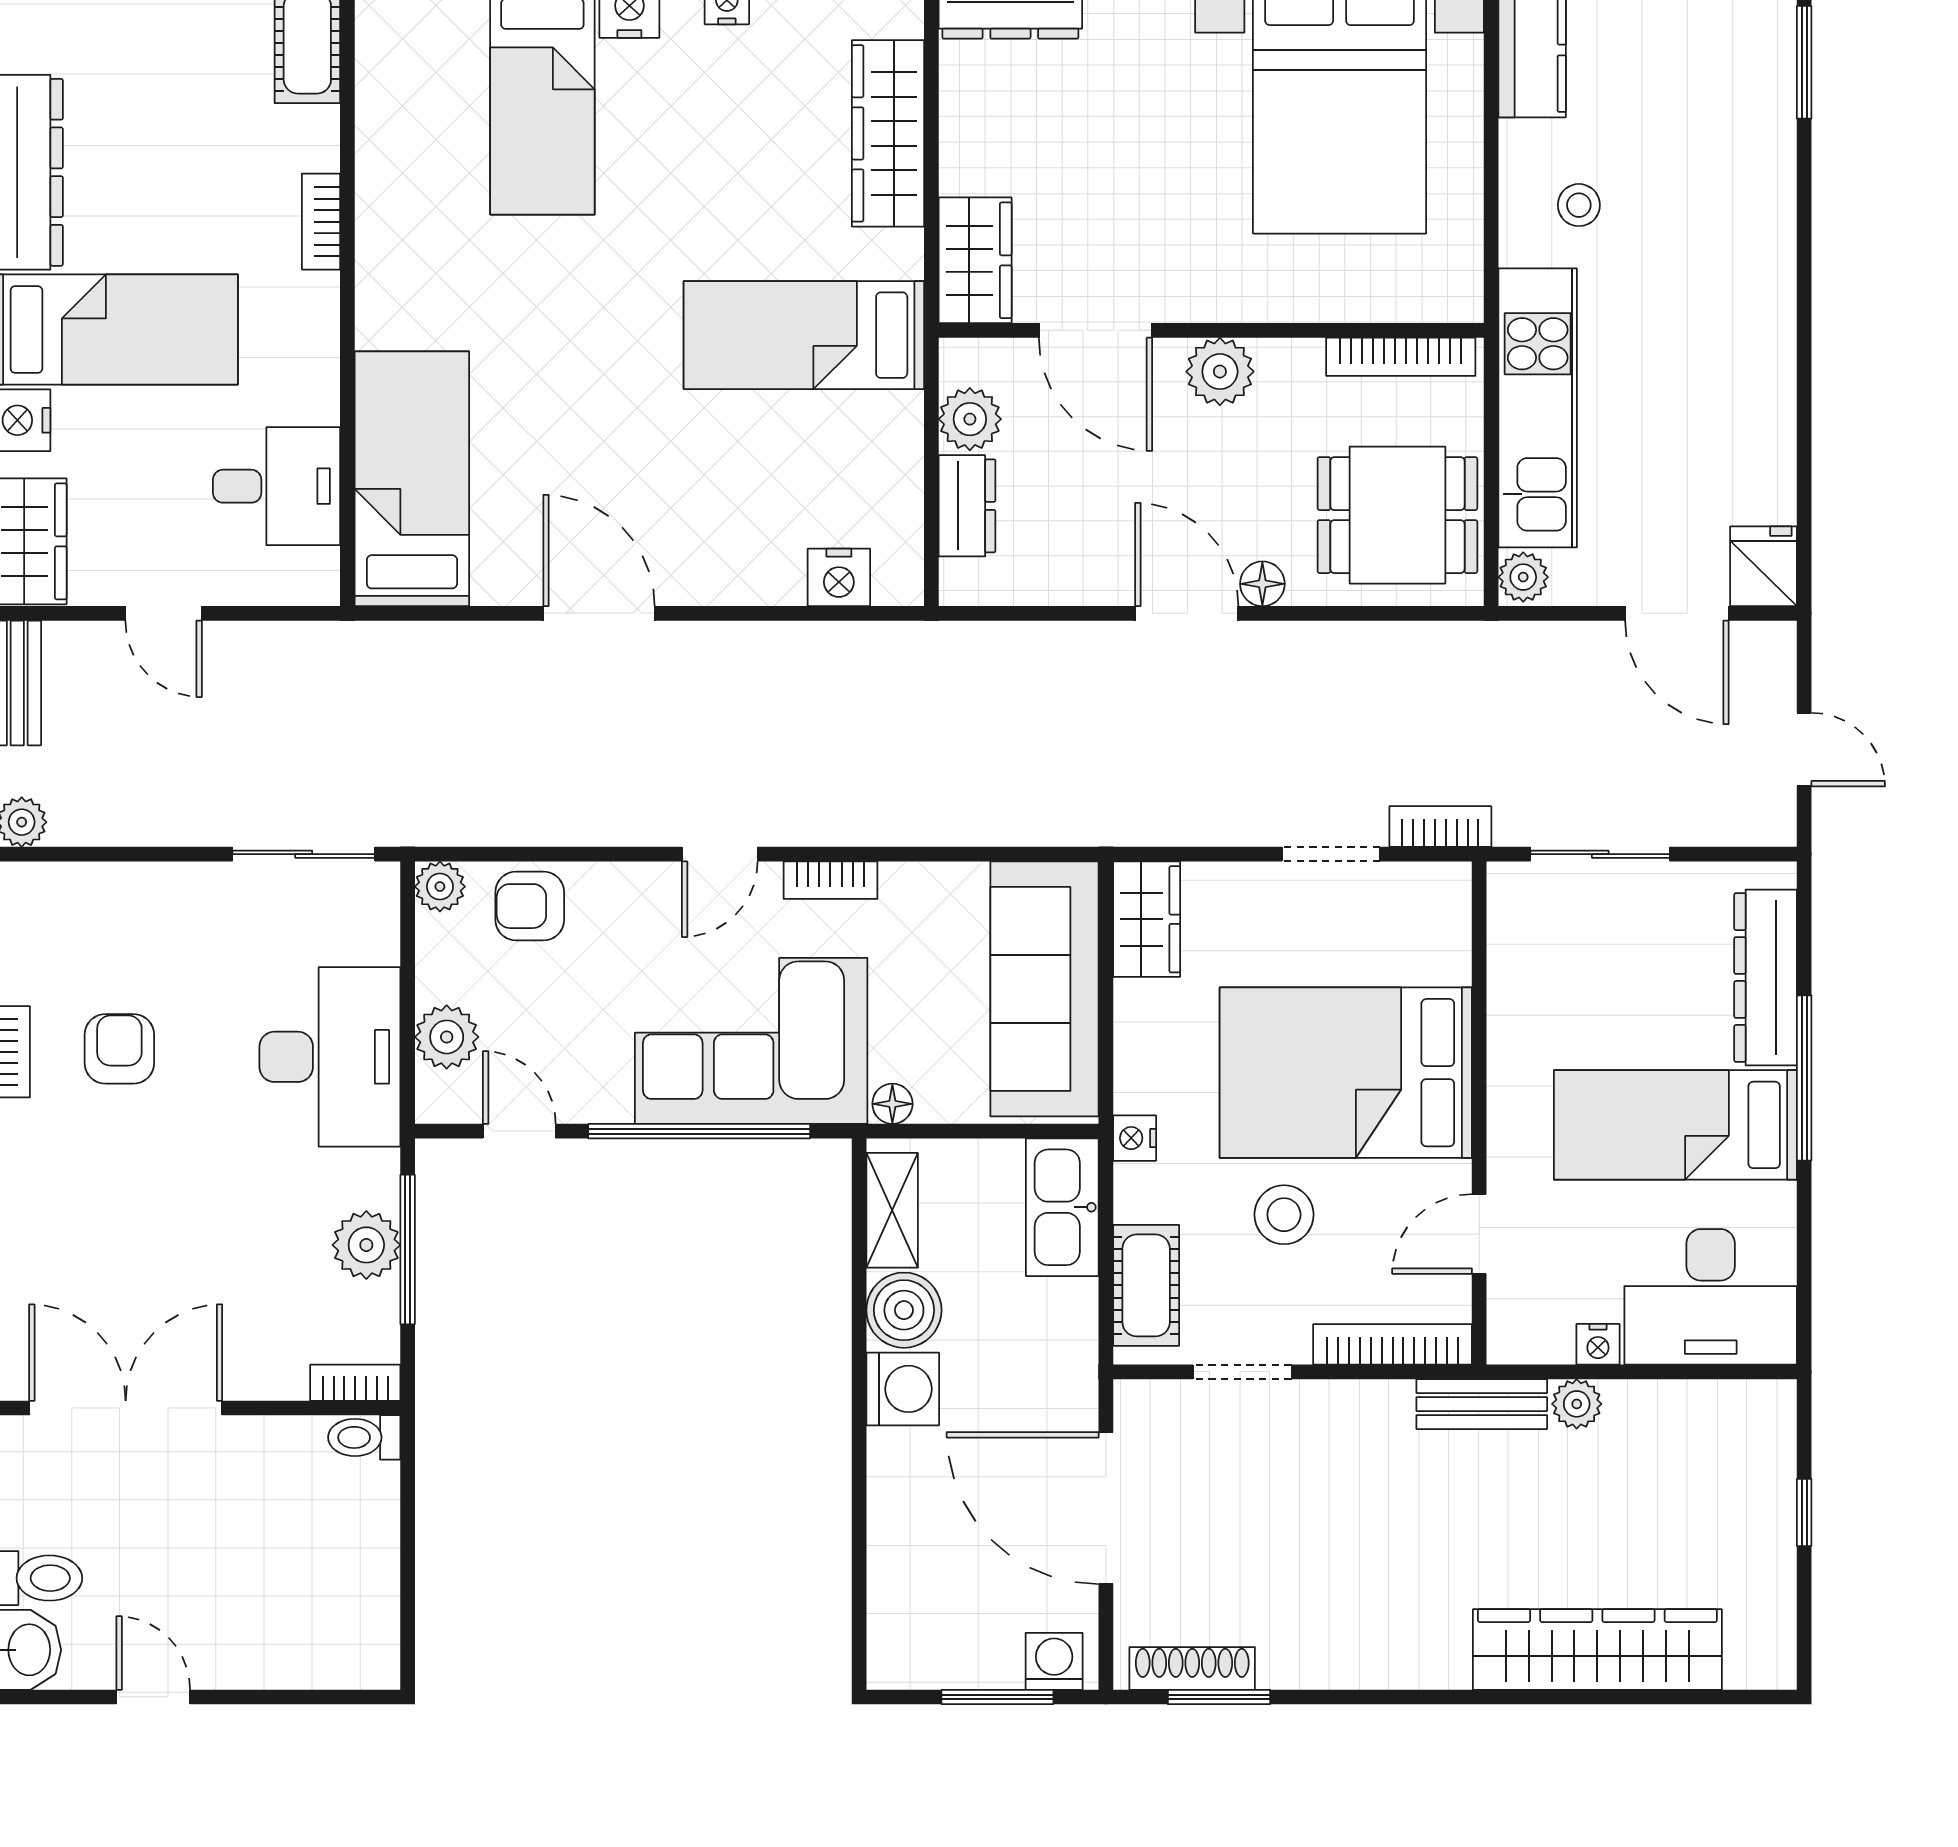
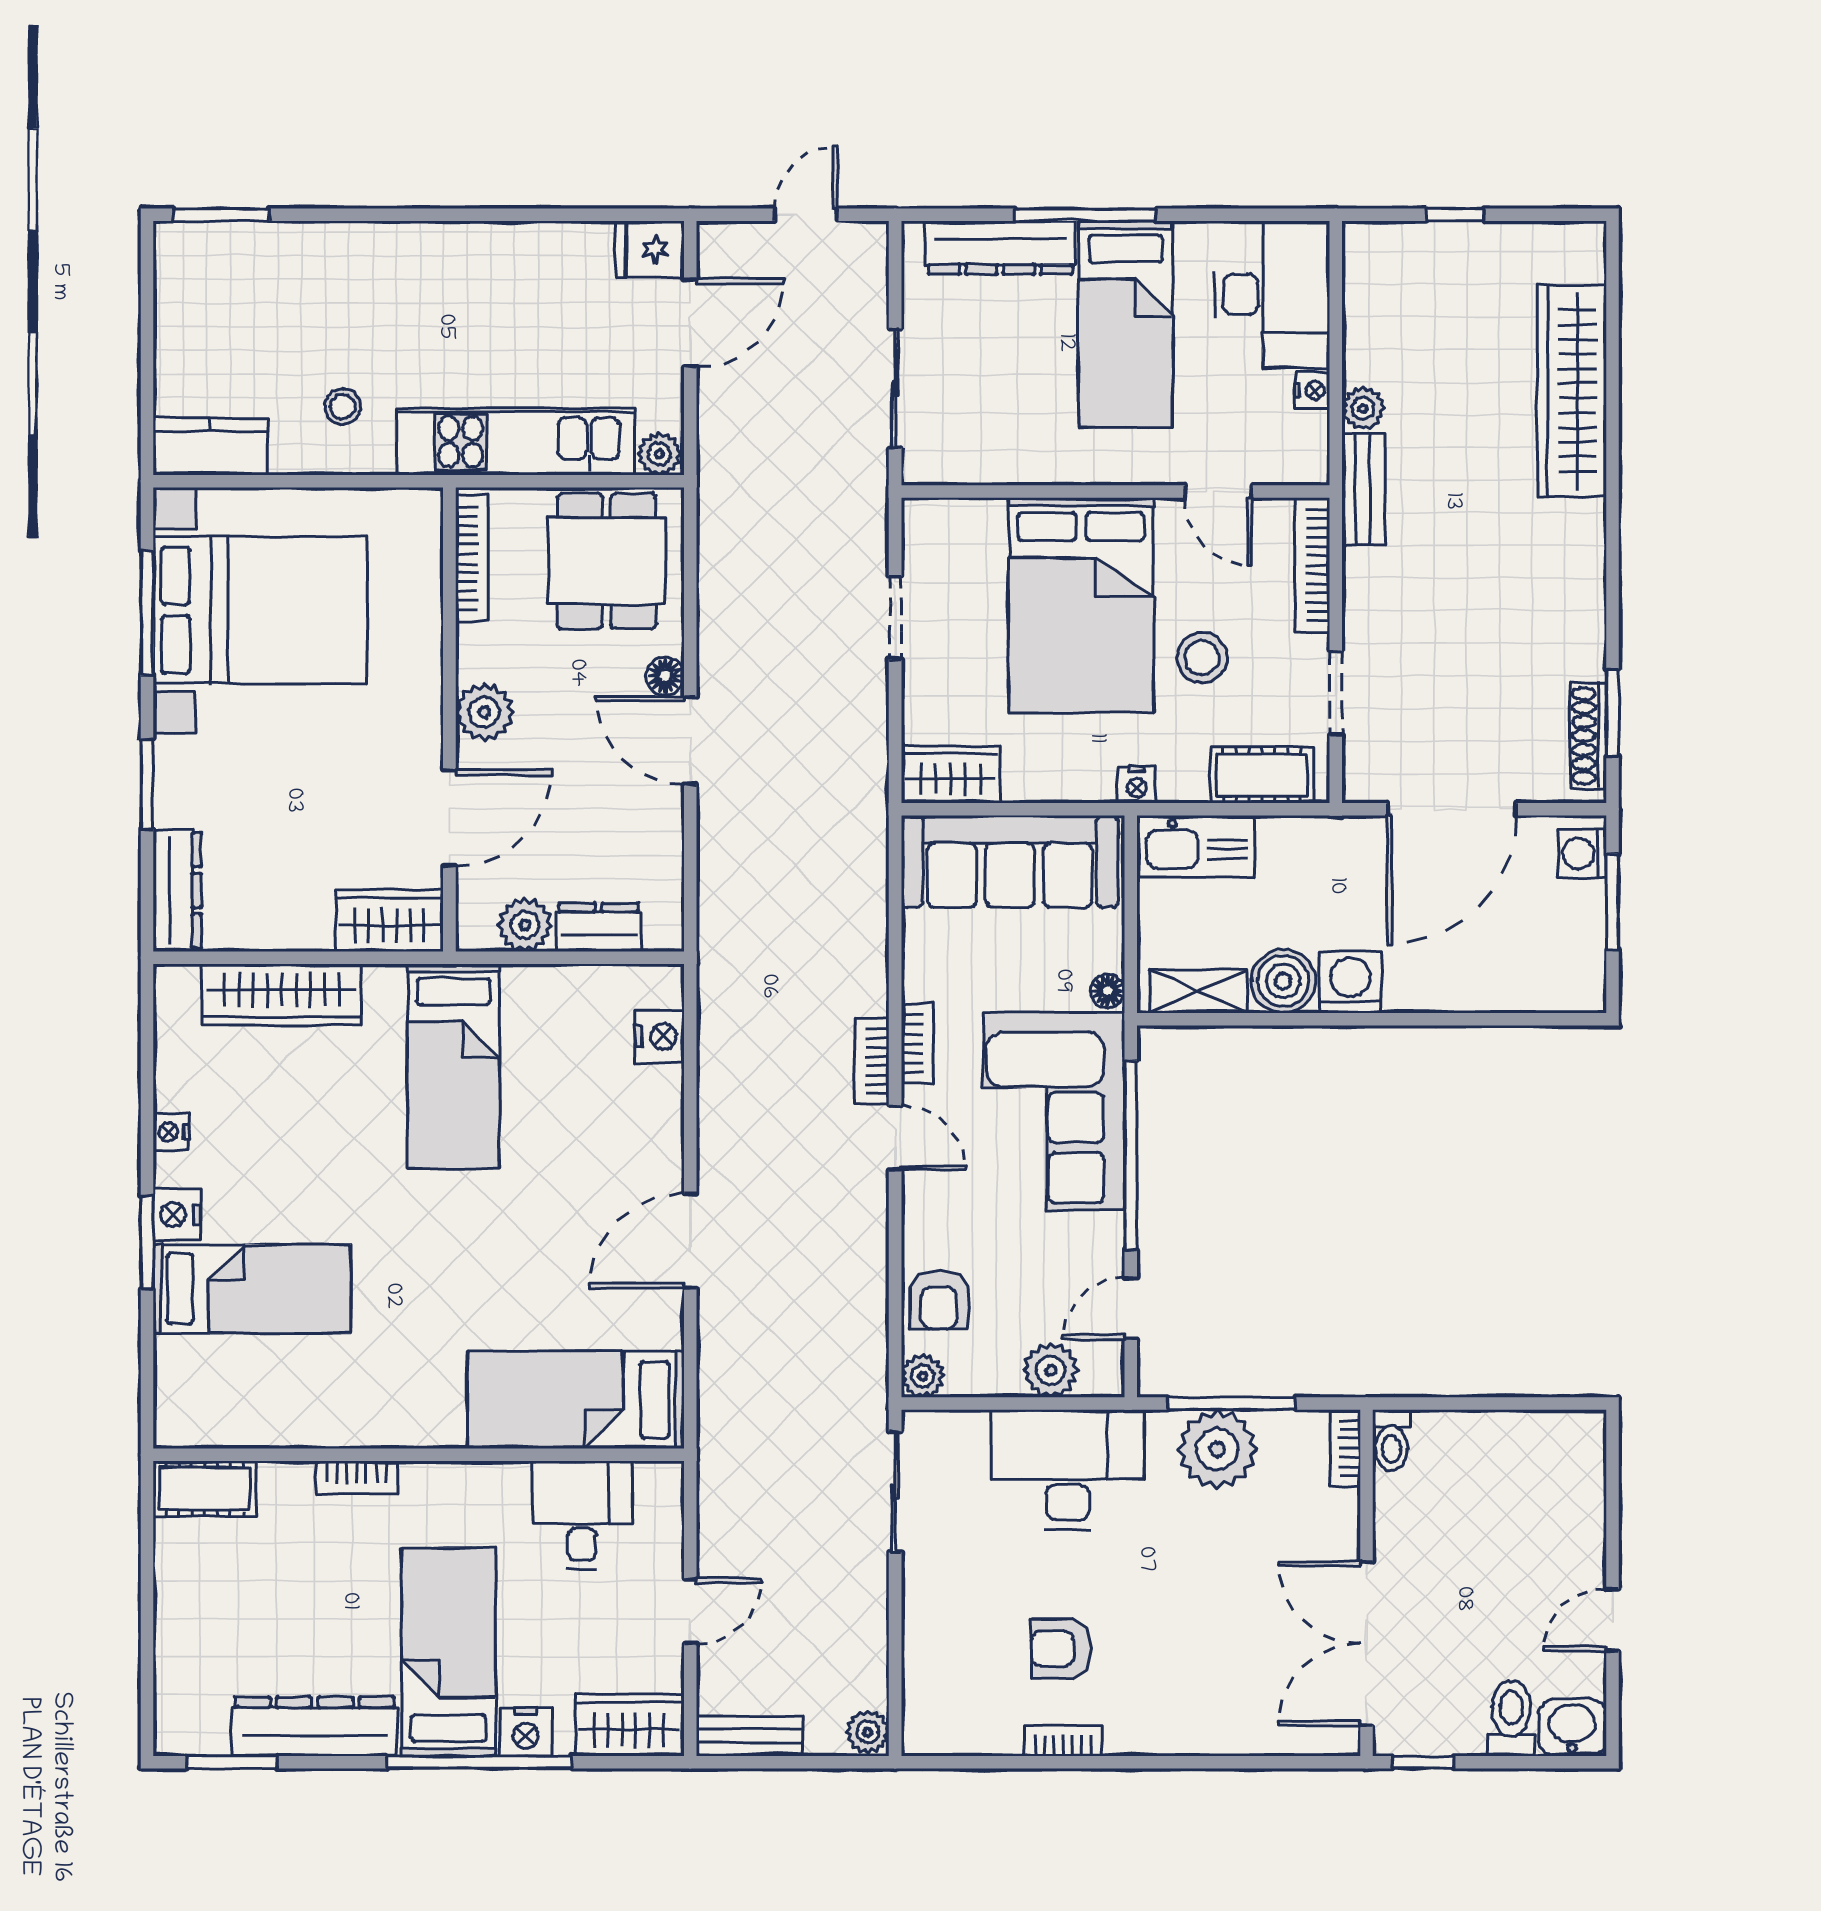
door: (1187, 613) -> (690, 740), hinge flipped
bookcase: (1440, 827) -> (872, 1061), moved
plant: (366, 1245) -> (1217, 1449), width x1.36, depth x1.36

